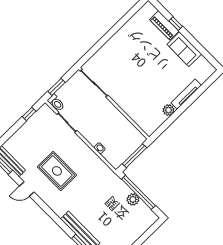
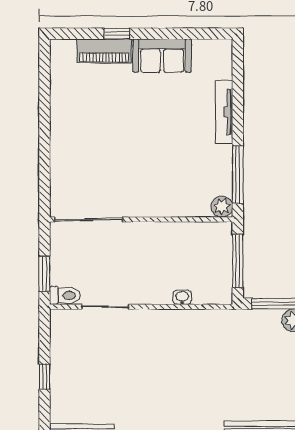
plant: (169, 110) -> (222, 207), moved
window: (29, 114) -> (44, 377), moved
window: (167, 123) -> (238, 175), added
rug: (57, 171) -> (156, 383), removed

